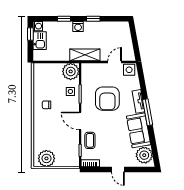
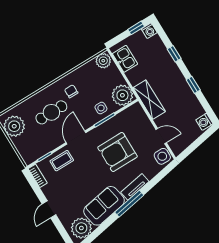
washing machine: (78, 27) -> (204, 122), moved
kitchen sink: (40, 41) -> (125, 59), moved, turned -90
plant: (39, 70) -> (103, 61), added
cafe table: (53, 127) -> (51, 112), added

